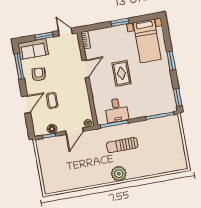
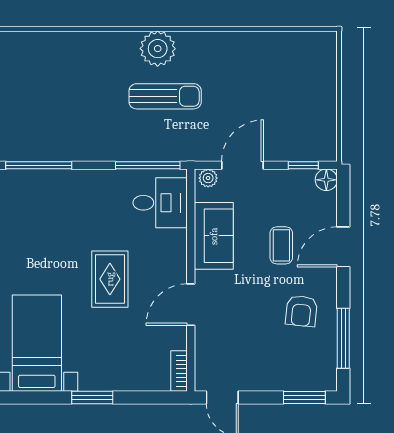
window: (44, 36) -> (304, 398), moved
sofa: (33, 49) -> (214, 236), moved, turned 90
desk: (117, 110) -> (160, 203), moved, turned 90
floor lamp: (52, 129) -> (326, 180), moved
sun lounger: (122, 145) -> (165, 96), moved

